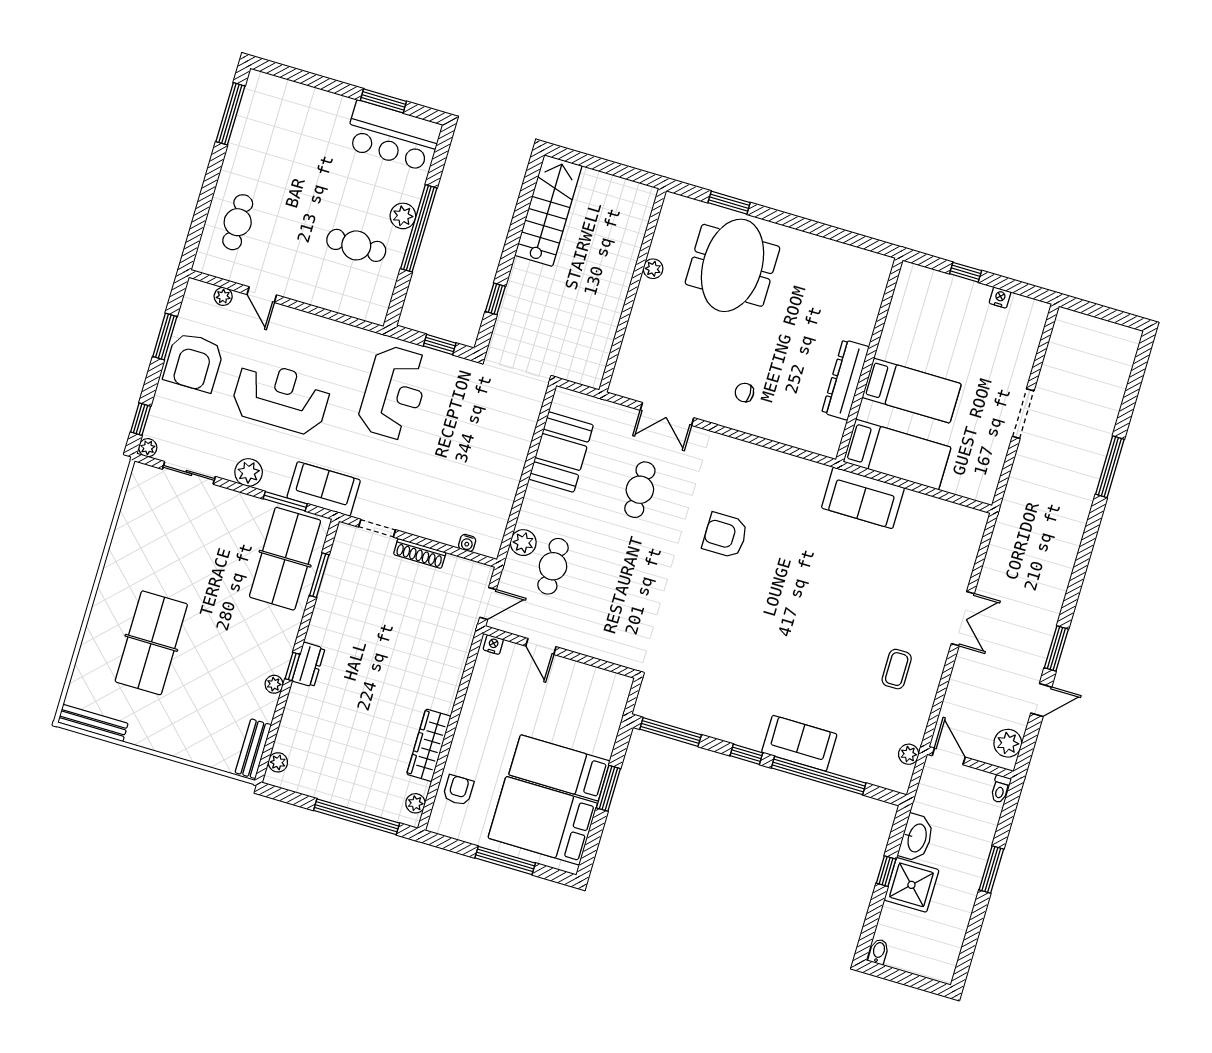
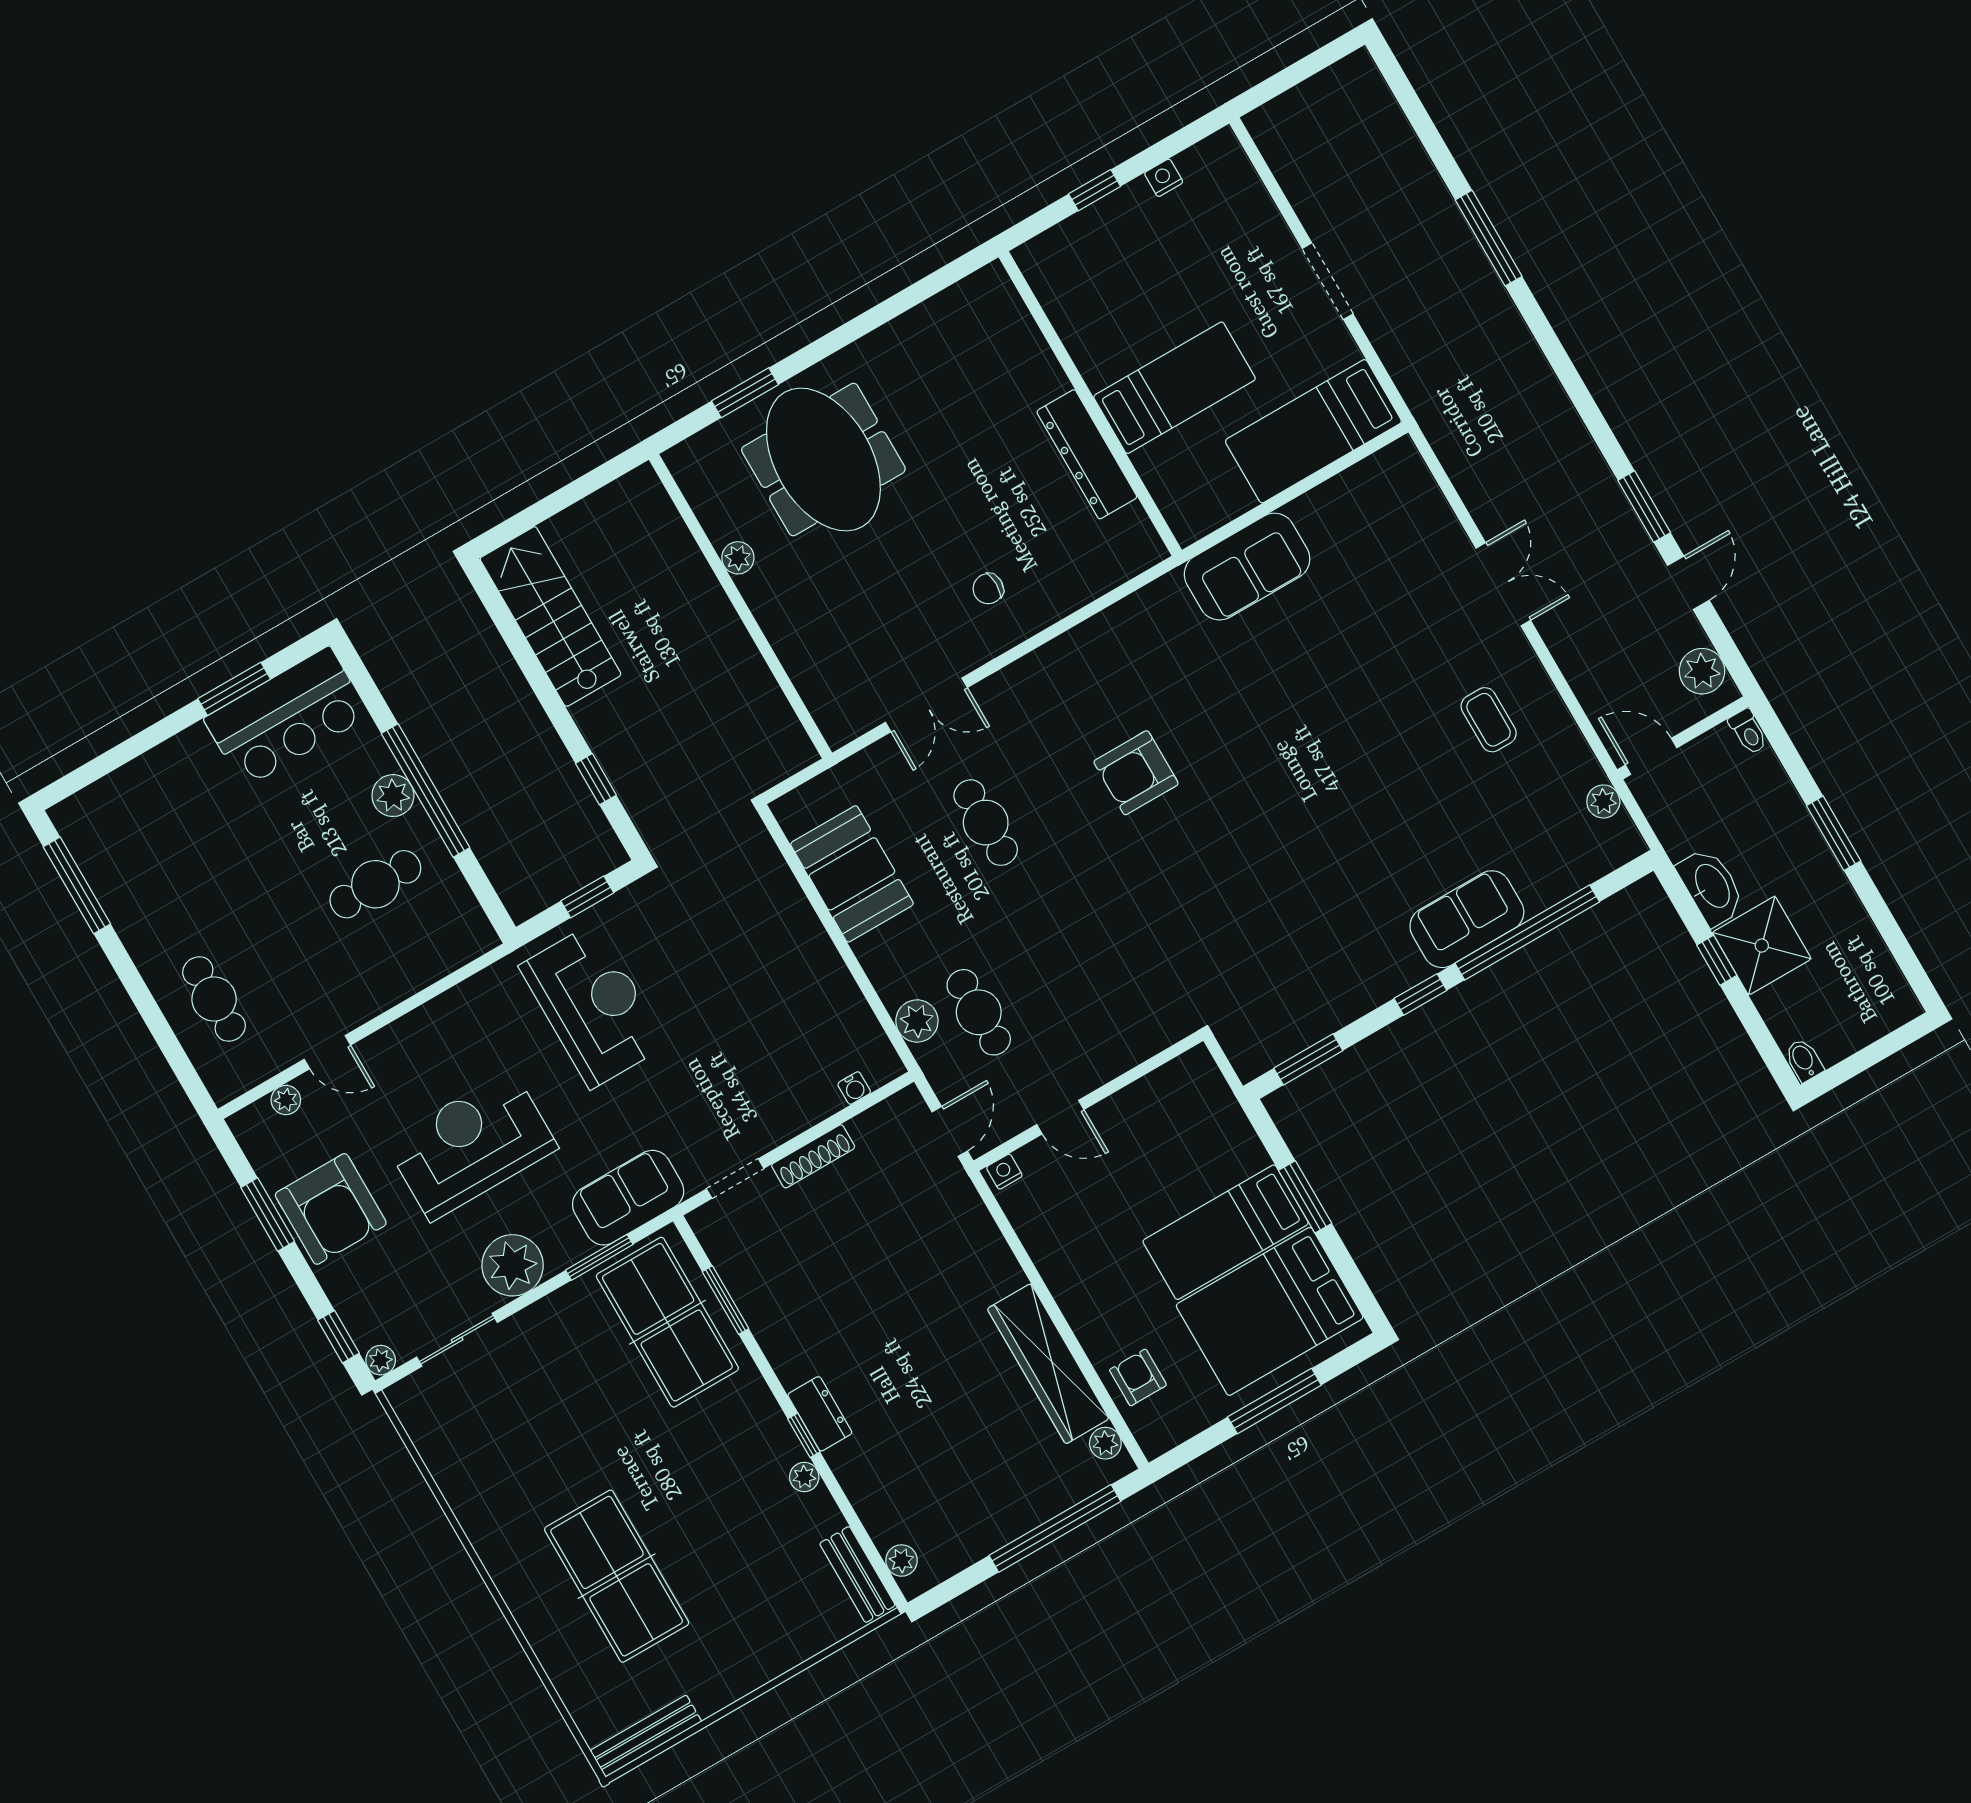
bed: (897, 455) -> (1313, 431), moved, turned 180
plant: (249, 472) -> (513, 1265), width x1.36, depth x1.36
window: (671, 732) -> (1308, 1059), width x0.69
wardrobe: (429, 745) -> (1048, 1364), width x1.40, depth x1.17

